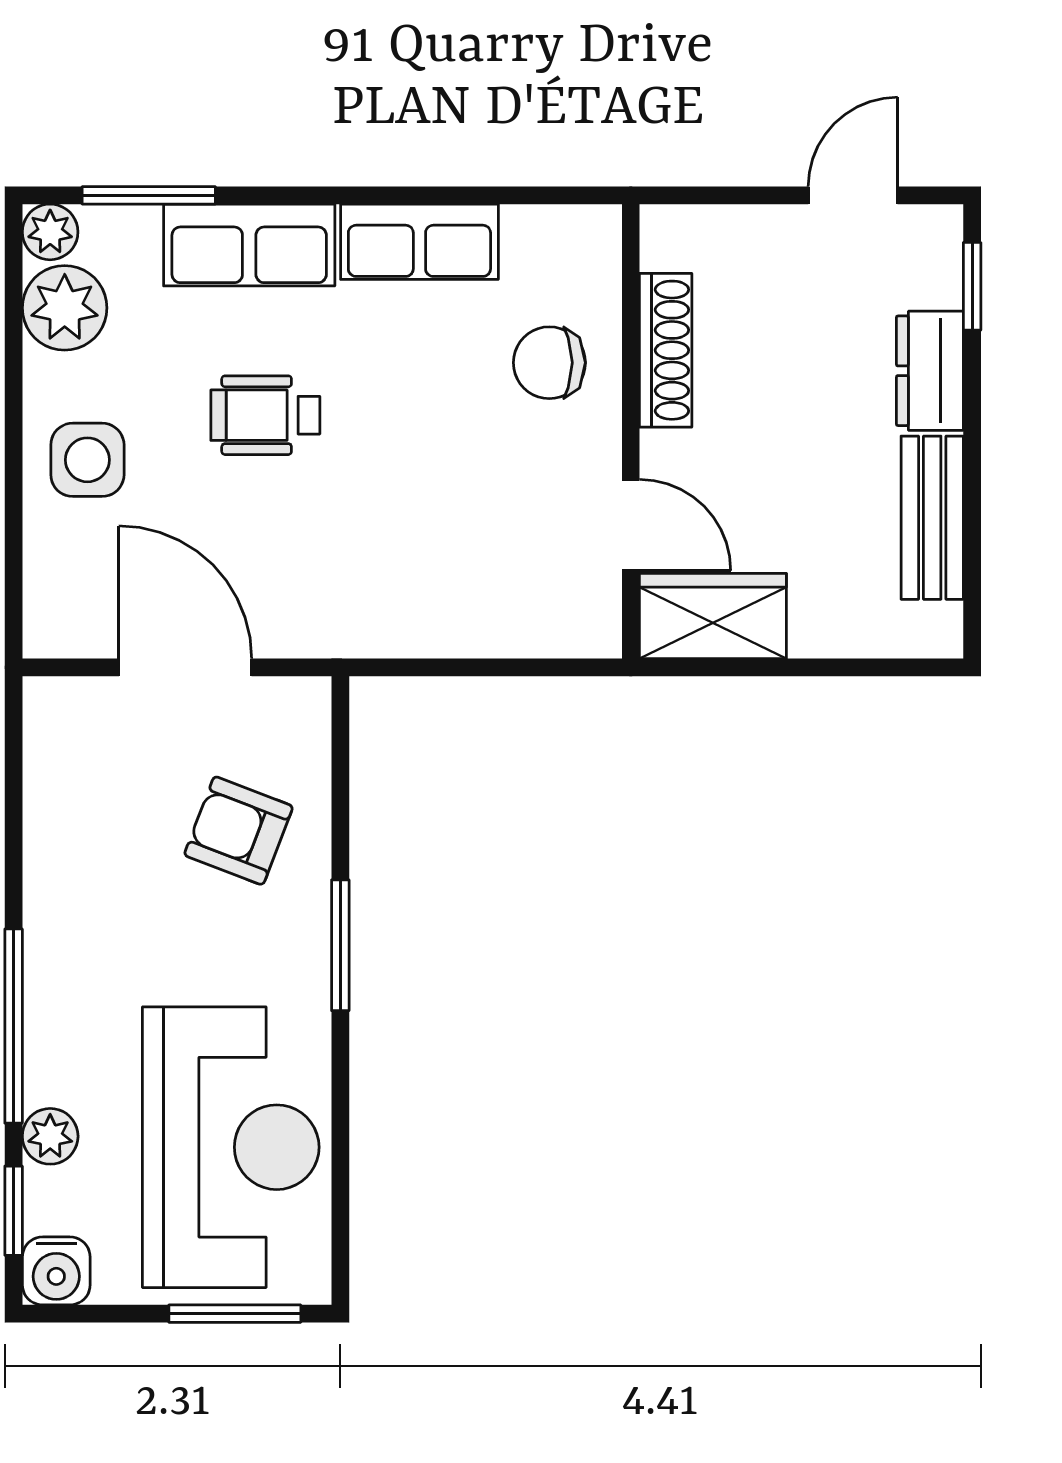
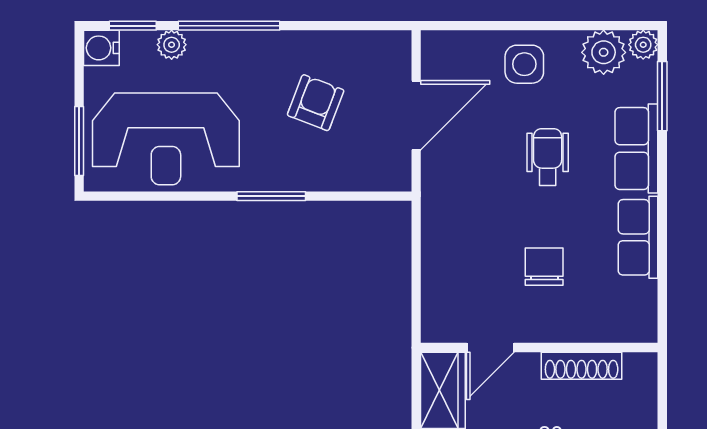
chair: (549, 363) -> (544, 267), moved
armchair: (239, 831) -> (316, 103), moved

